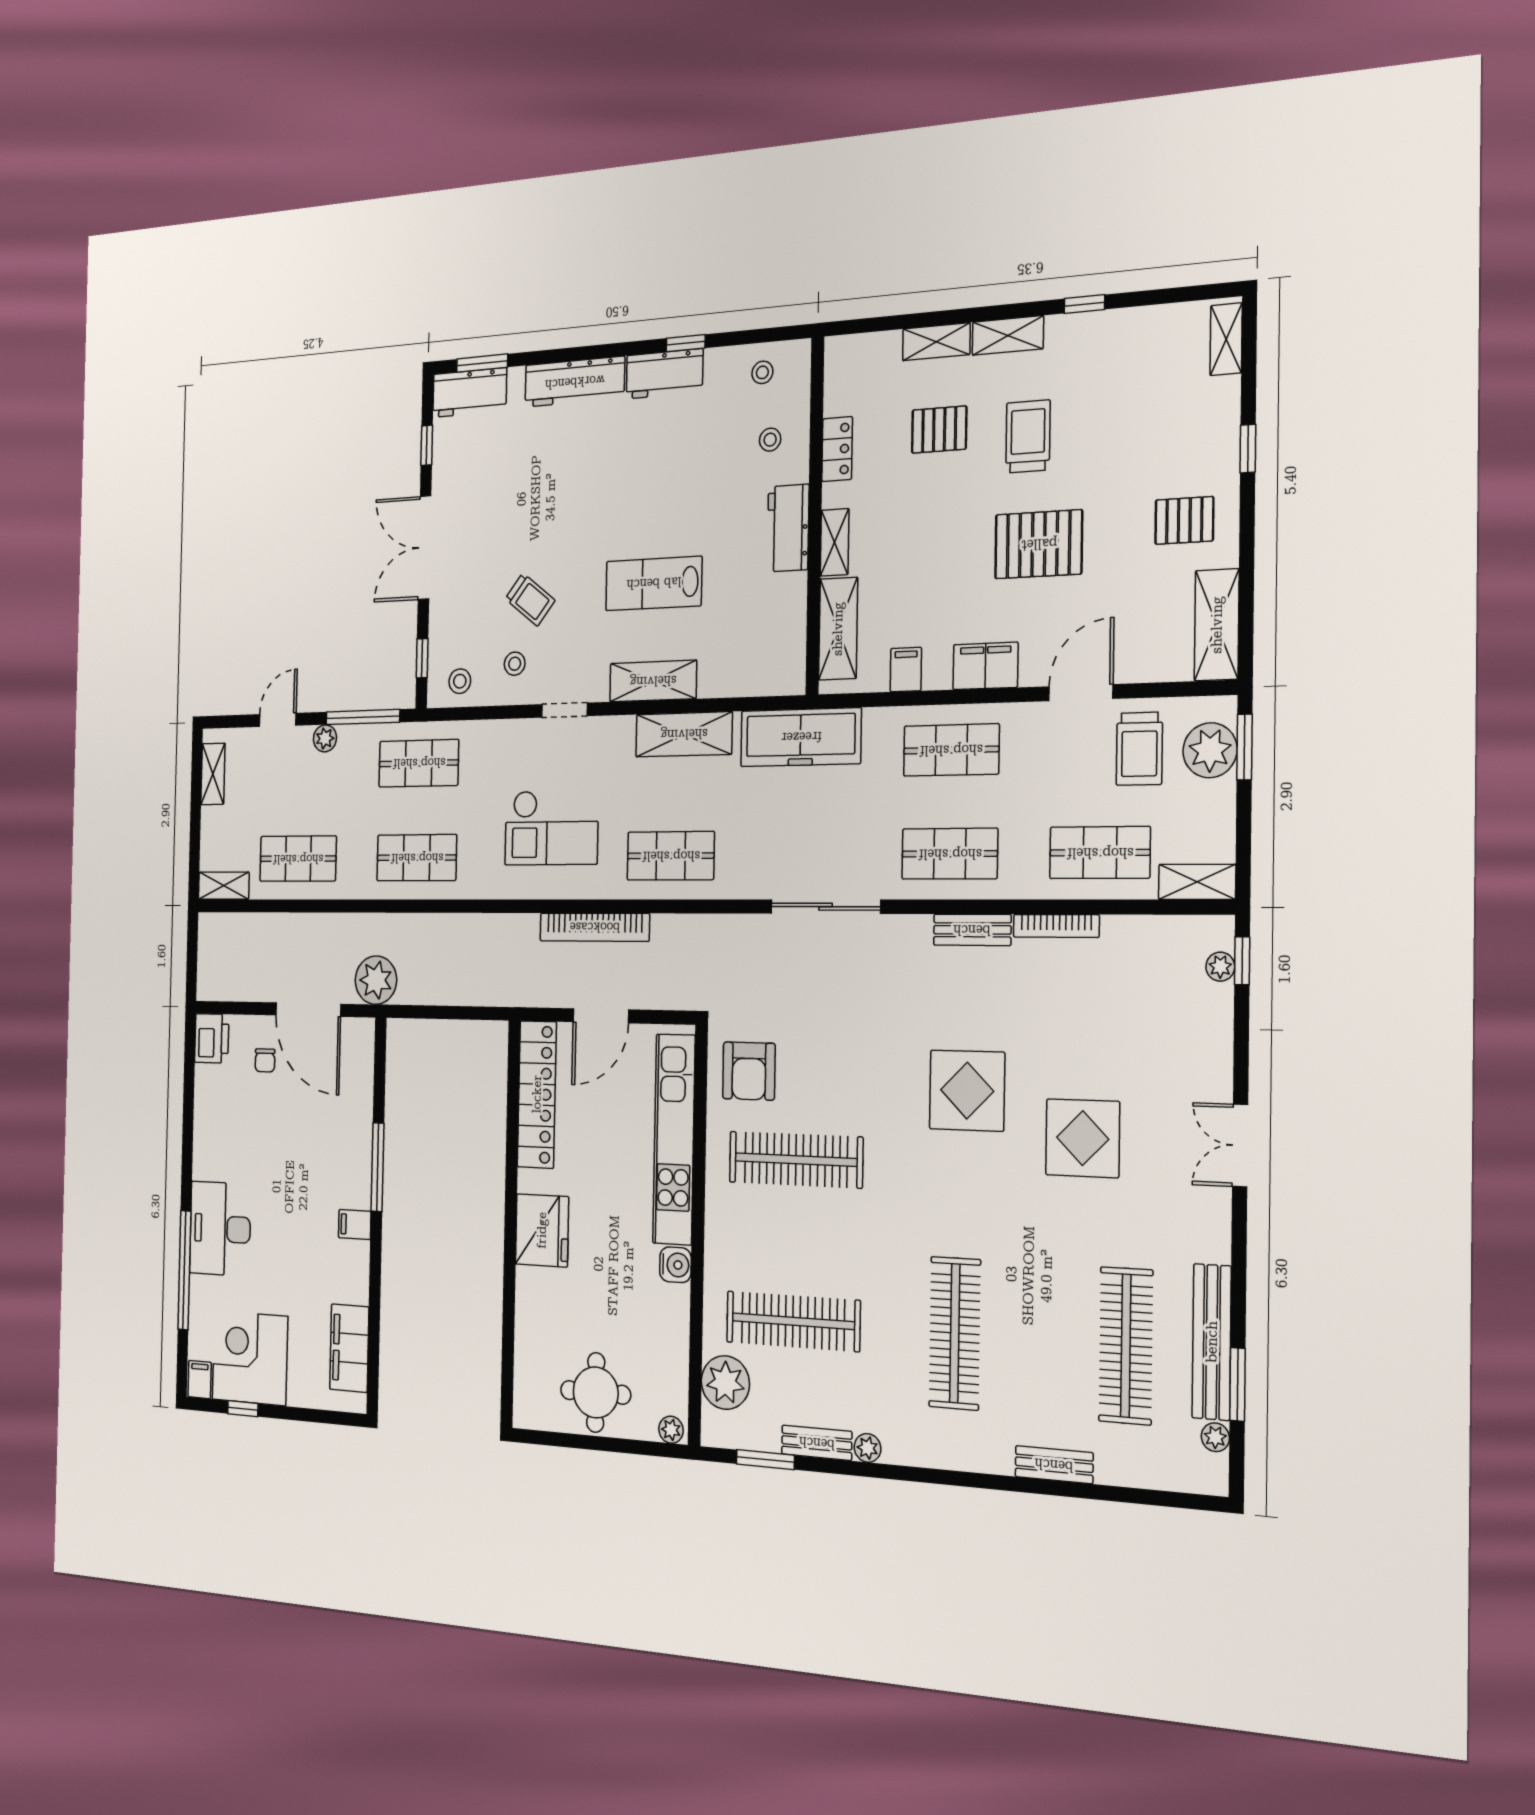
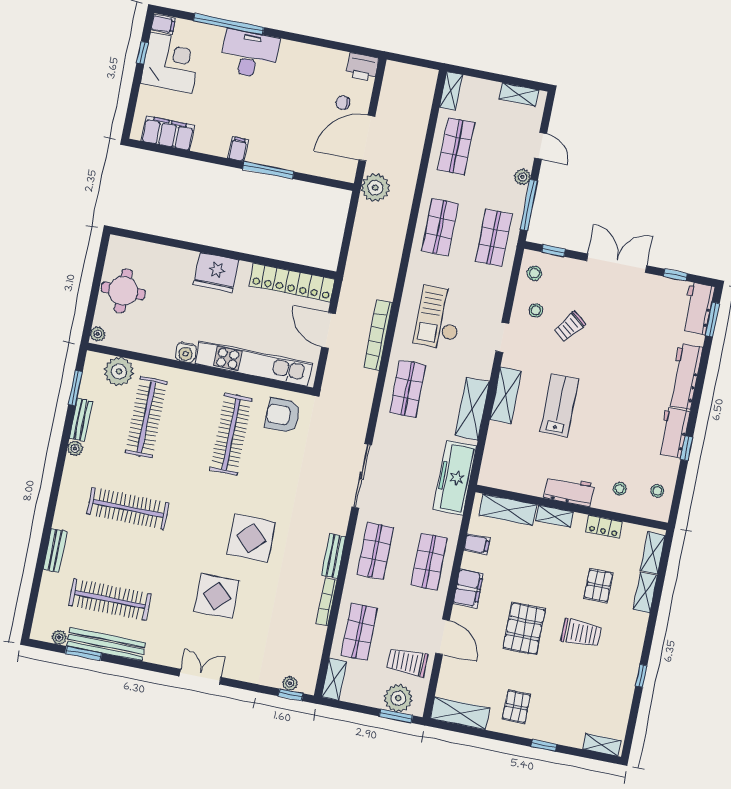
shelving: (1008, 335) -> (653, 553), moved

